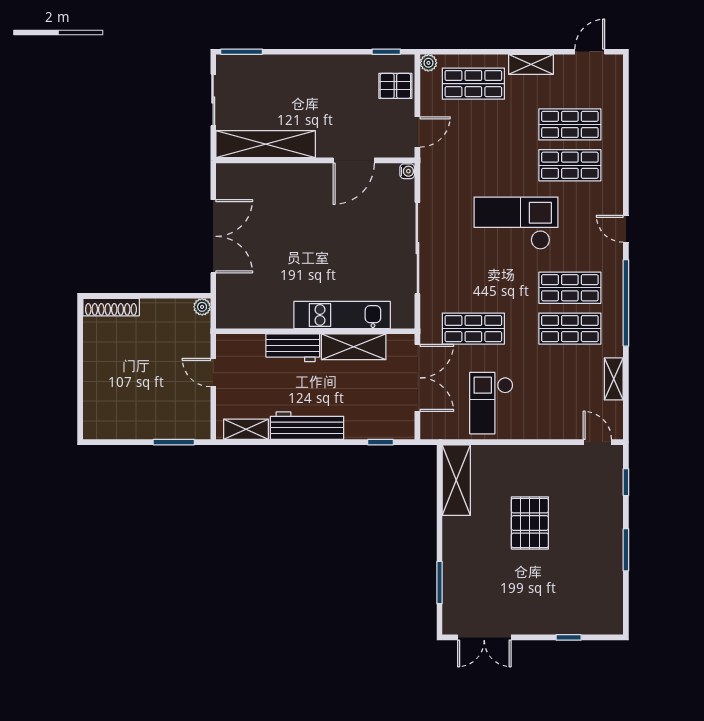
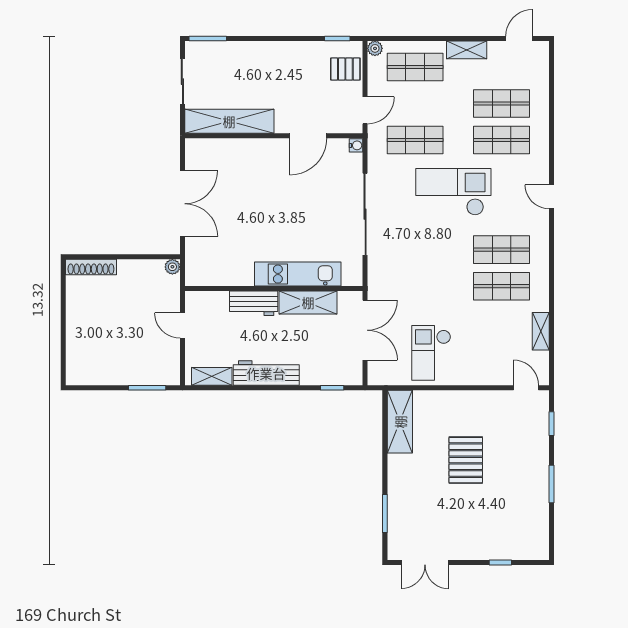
window: (626, 303) -> (552, 263), removed
shop shelf: (473, 329) -> (415, 140), moved

